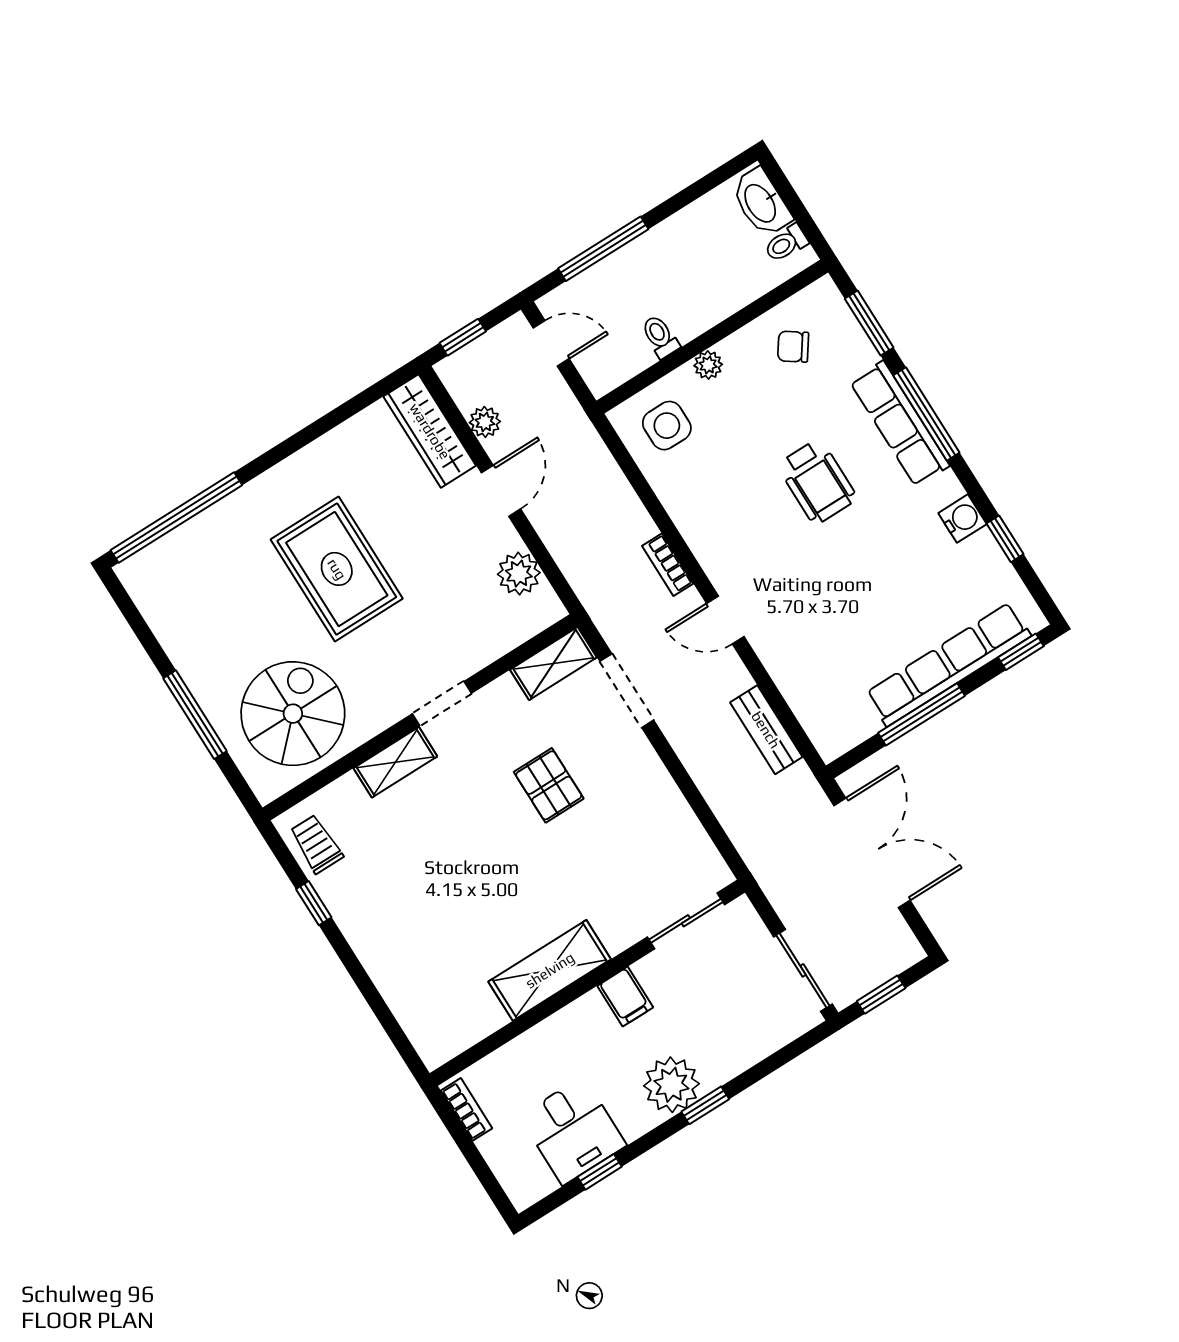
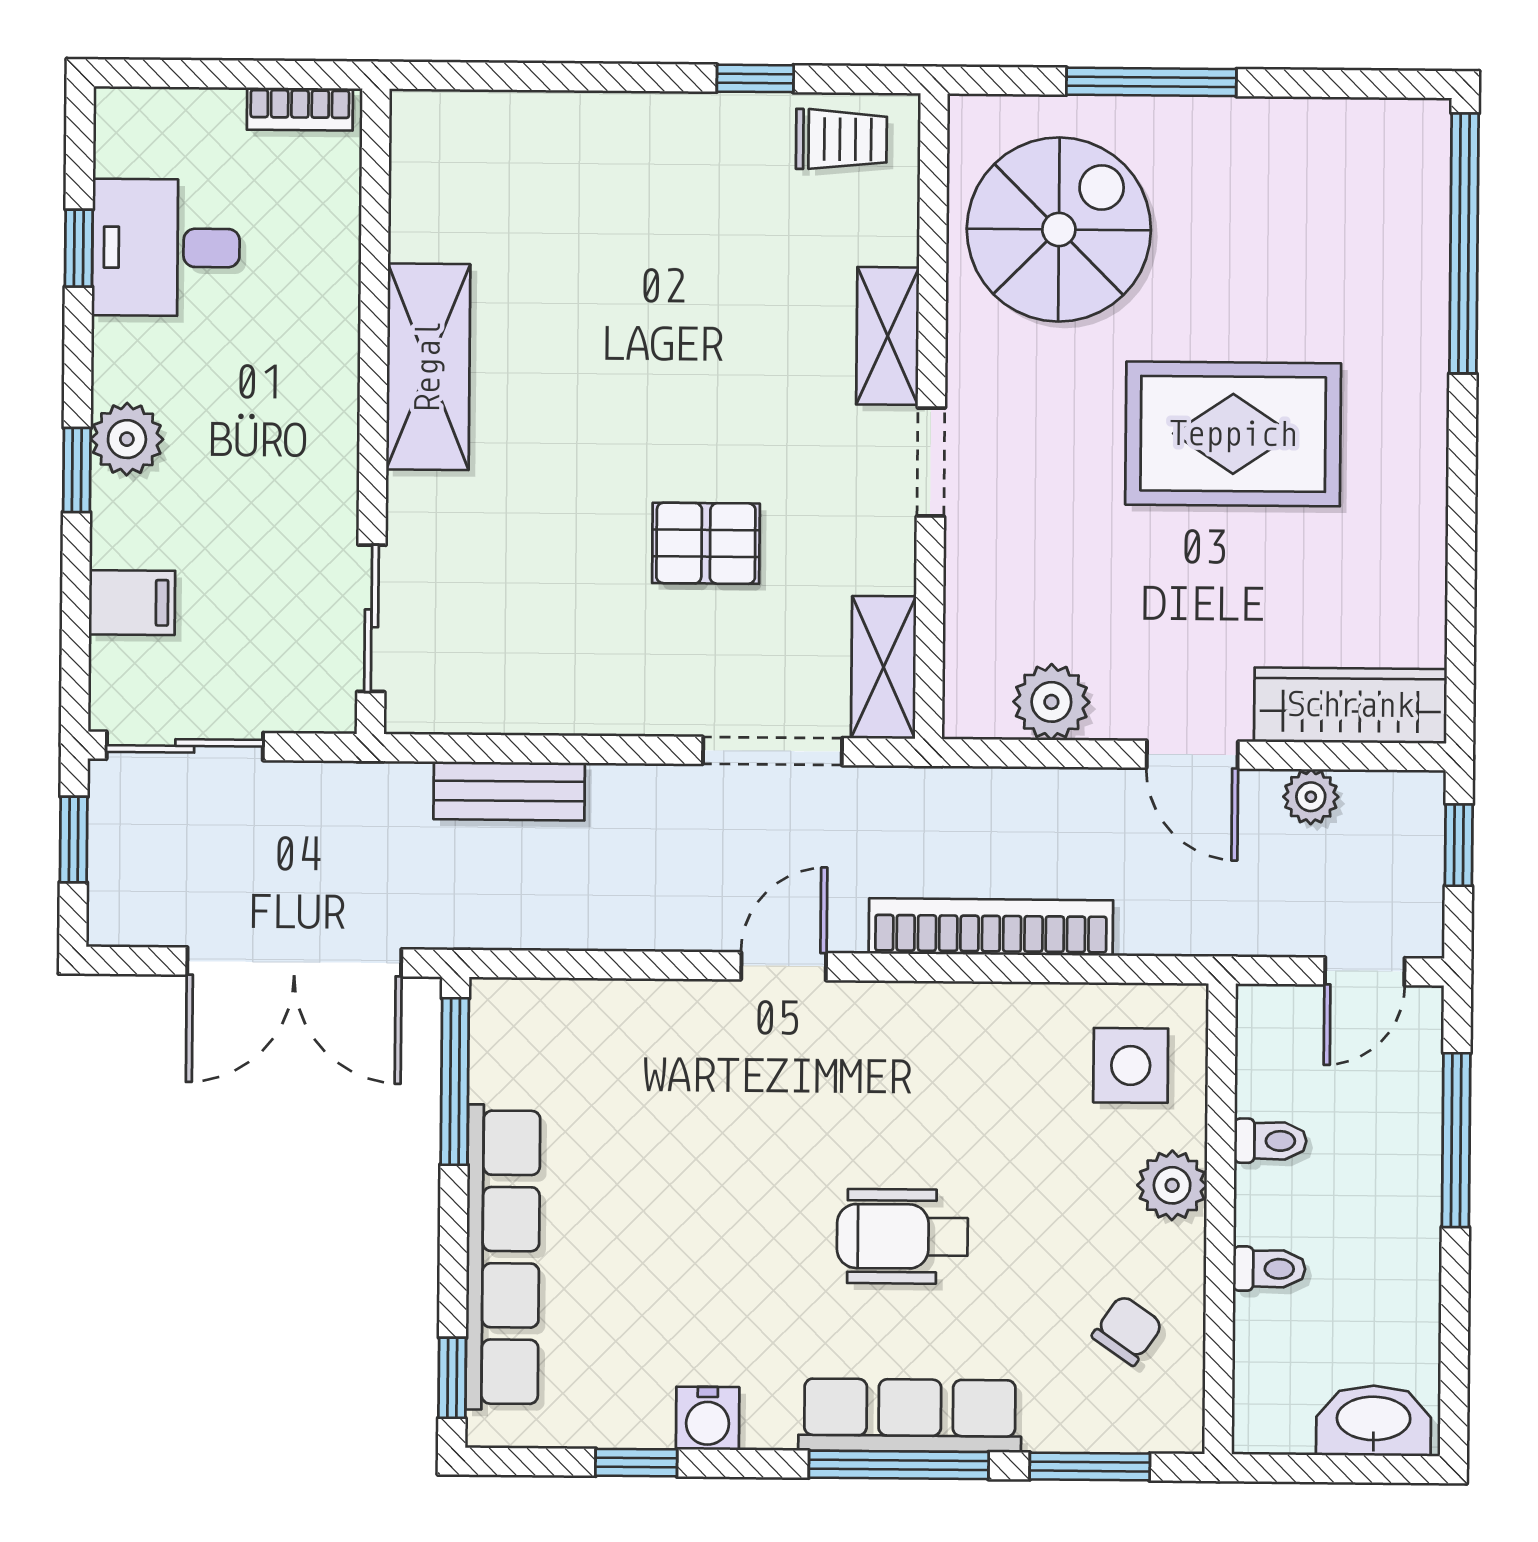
toilet: (786, 243) -> (1269, 1269), moved, turned 90
plant: (708, 365) -> (1172, 1185), width x1.38, depth x1.38
bookcase: (668, 565) -> (991, 927), width x2.31, depth x1.31
spiral stairs: (293, 714) -> (1059, 229), turned -90
window: (921, 714) -> (455, 1081), moved
bench: (766, 730) -> (509, 791), moved
filing cabinet: (625, 997) -> (132, 603), moved, turned 180
plant: (671, 1085) -> (127, 439), width x0.73, depth x0.73

